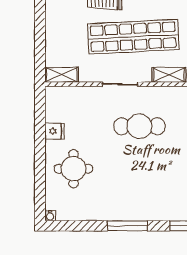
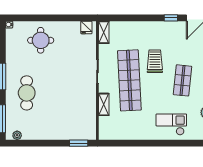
cafe table: (139, 126) -> (27, 93), moved
fridge: (54, 131) -> (86, 27), moved

